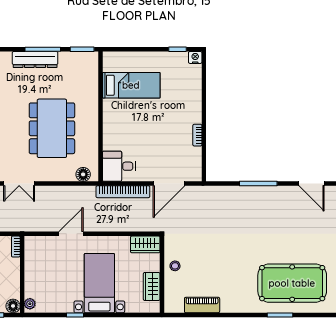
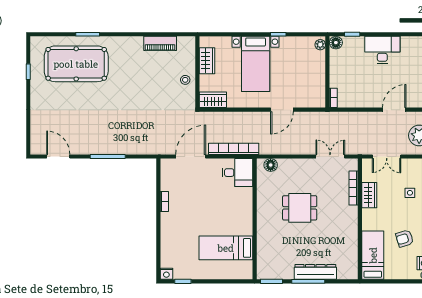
dining table: (52, 128) -> (300, 208), width x0.53, depth x0.80

